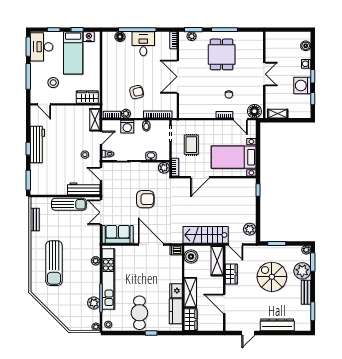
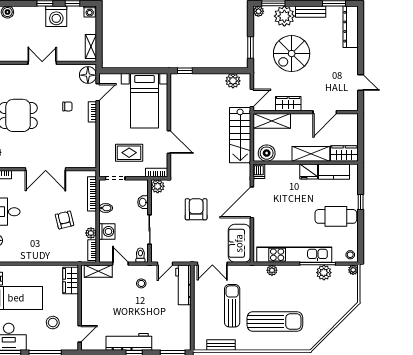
washing machine: (306, 64) -> (90, 12), moved
sun lounger: (69, 204) -> (232, 306), moved
dresser: (277, 325) -> (351, 27), moved

